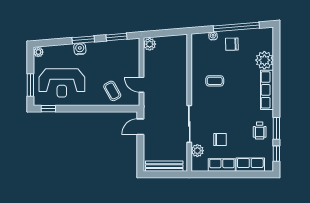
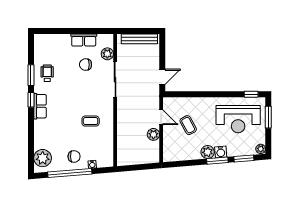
window: (117, 37) -> (244, 159), moved
plant: (150, 44) -> (153, 134), moved
plant: (93, 49) -> (208, 152), added
plant: (264, 60) -> (43, 158), moved
reception desk: (62, 83) -> (238, 119), turned 180
row of seats: (267, 90) -> (40, 106), width x0.68
coffee table: (112, 91) -> (188, 125), moved
window: (276, 154) -> (31, 100), moved
row of seats: (250, 165) -> (56, 40), removed

